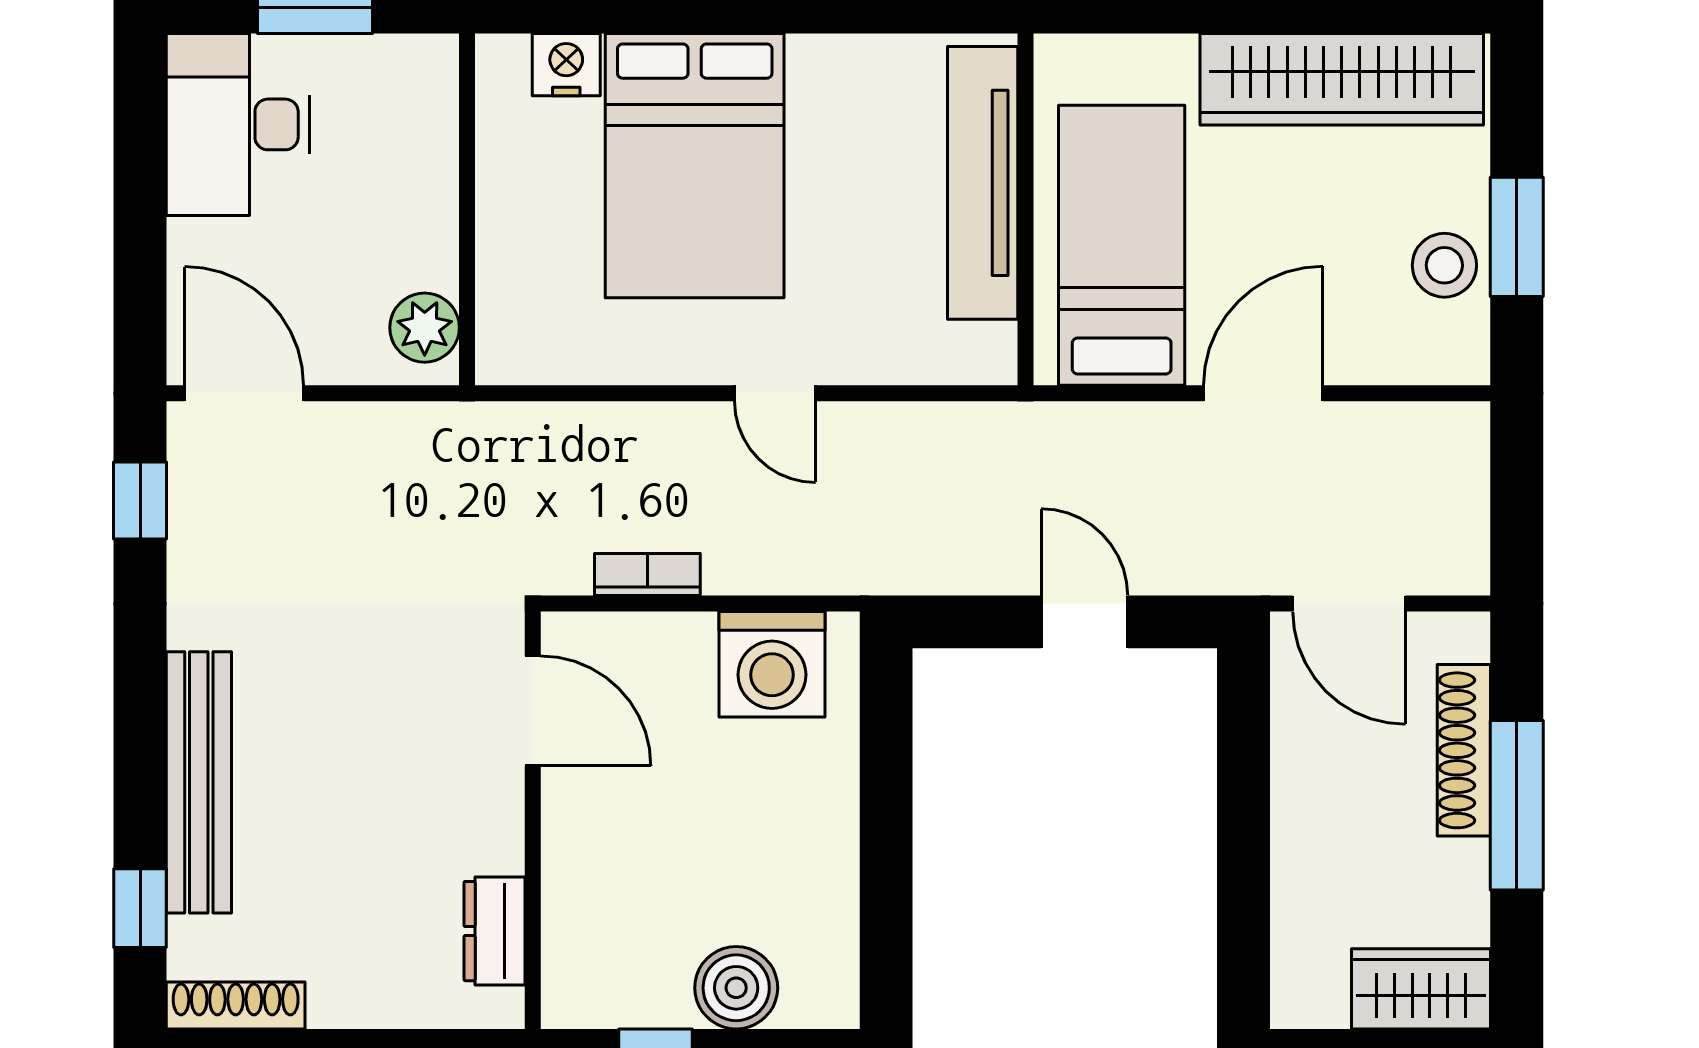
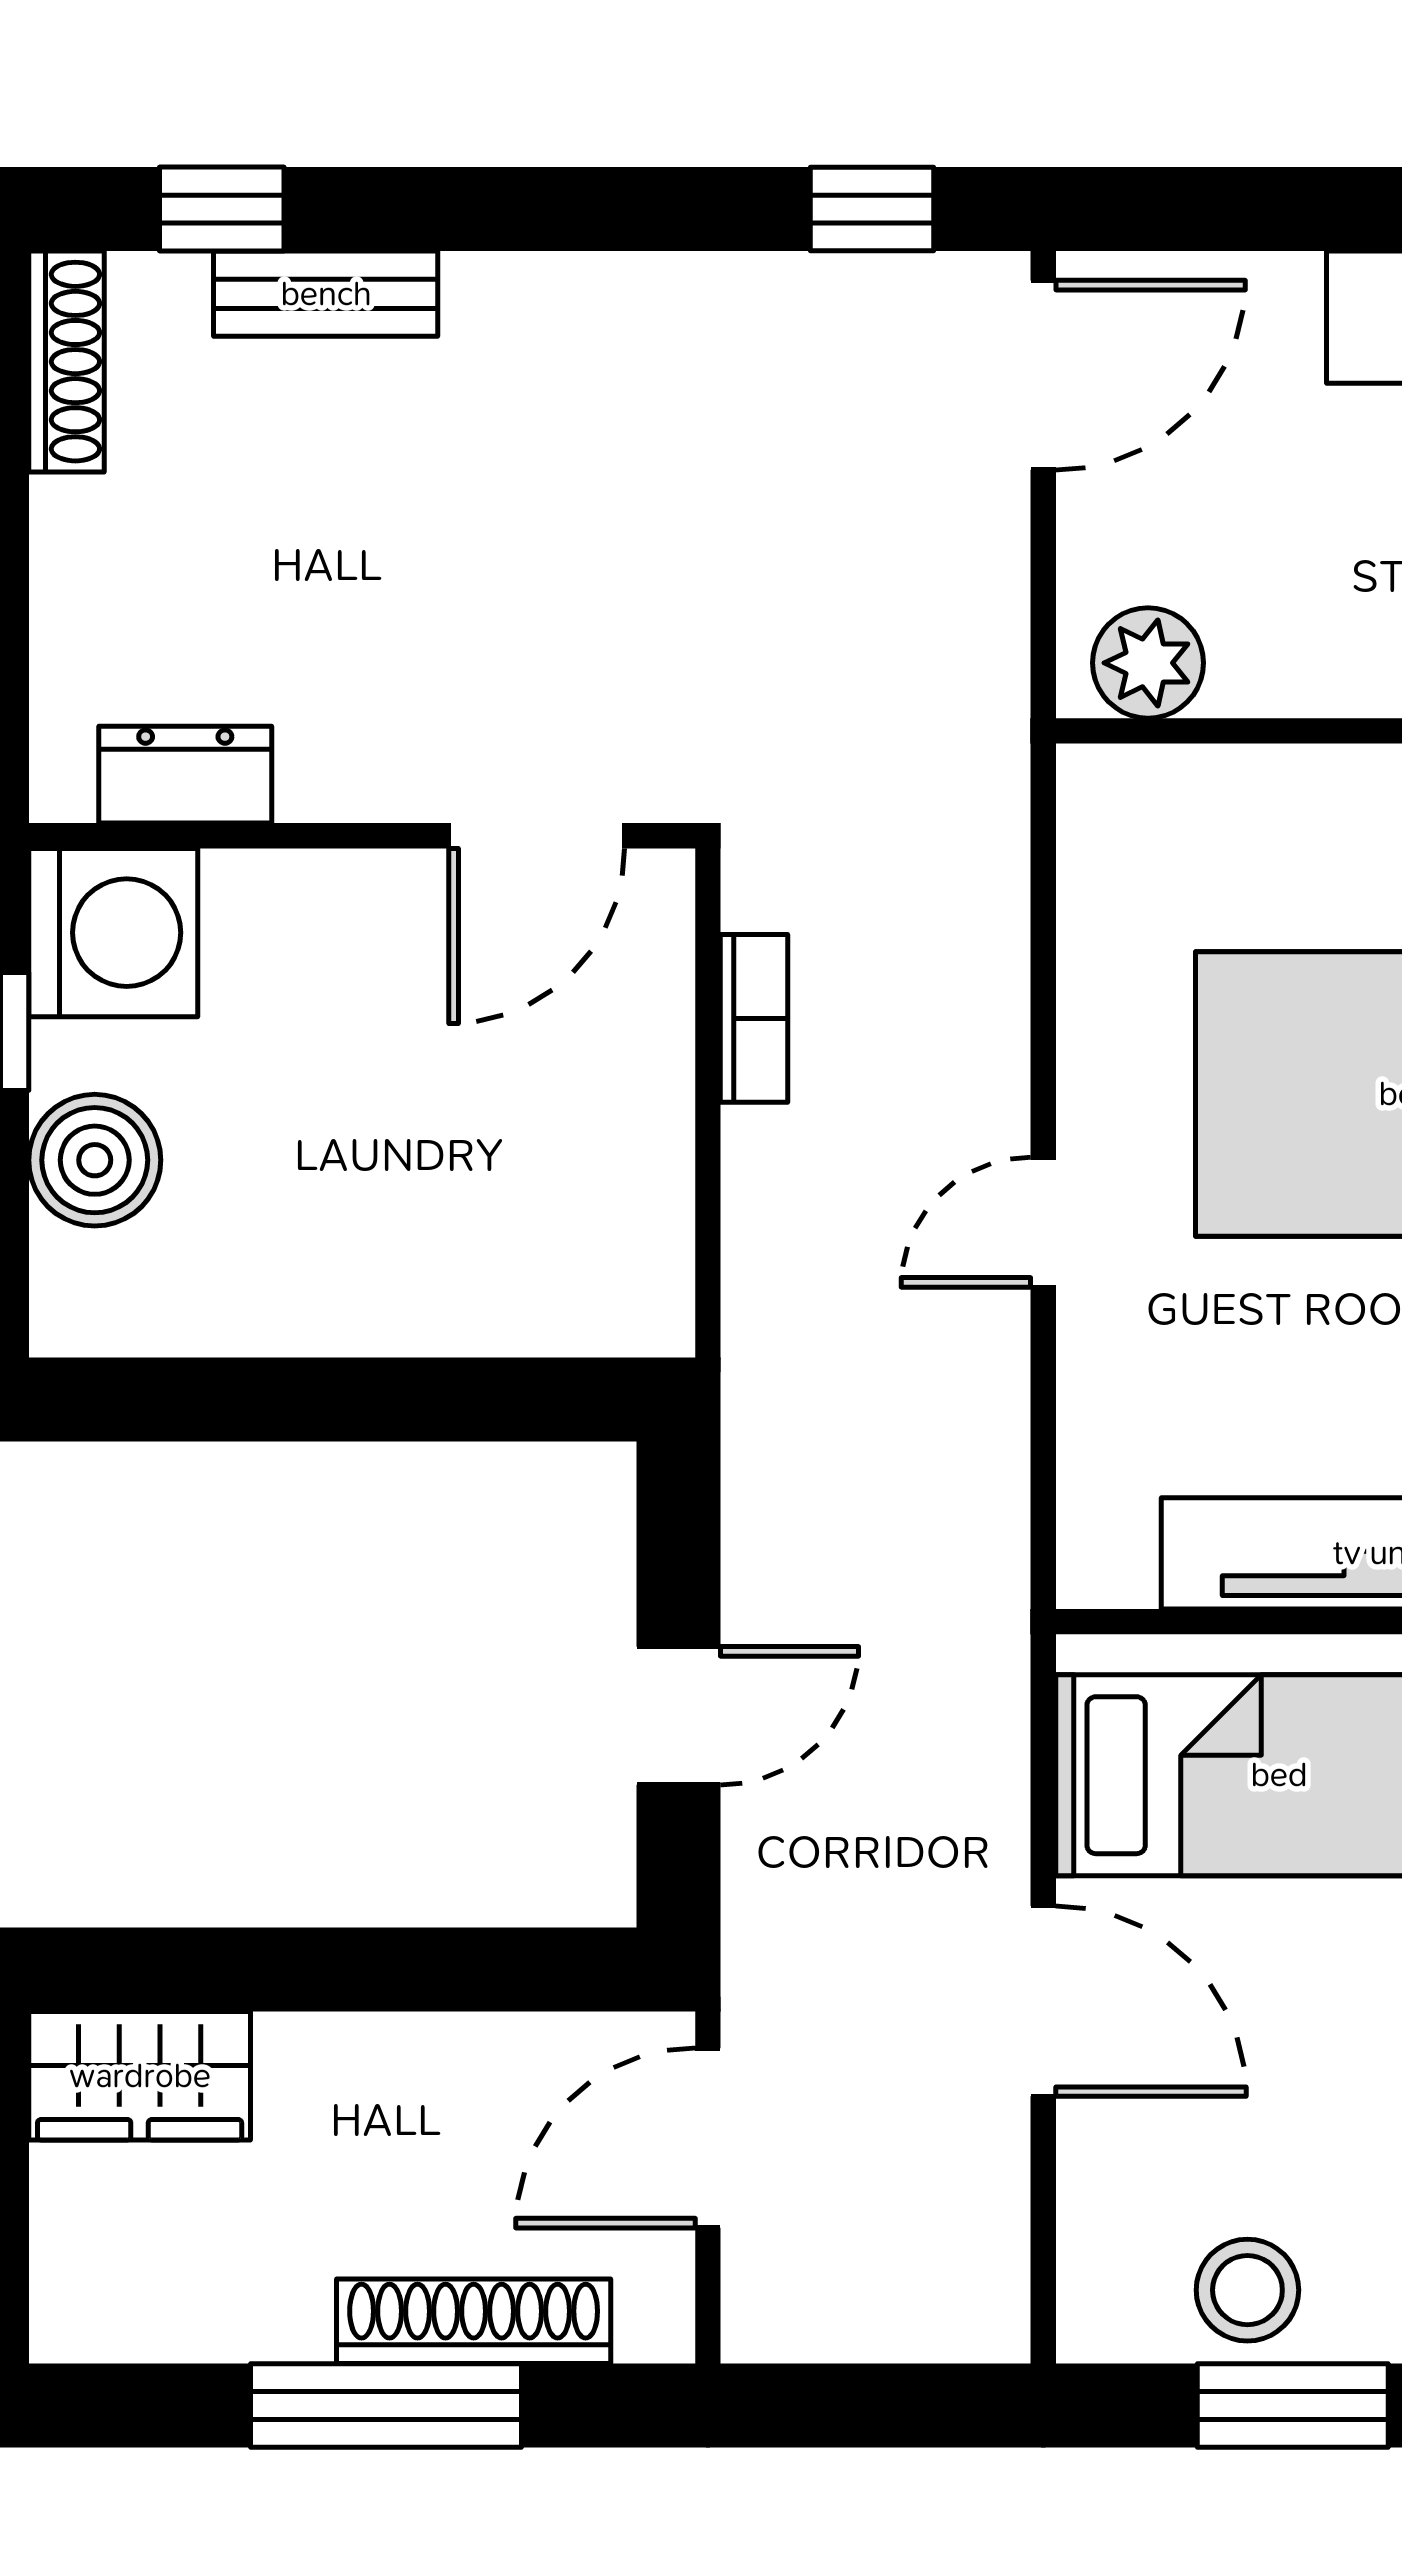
washing machine: (772, 664) -> (113, 933), moved, turned 180
bench: (199, 782) -> (326, 294), width x0.54, depth x0.82
wardrobe: (1421, 989) -> (140, 2076), moved, turned 90

